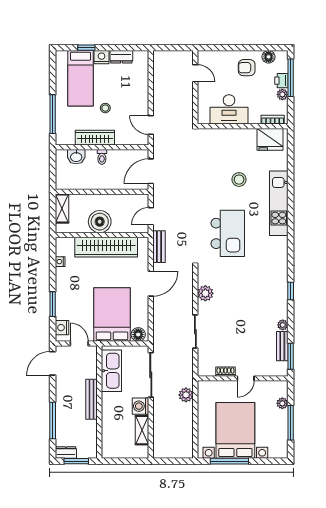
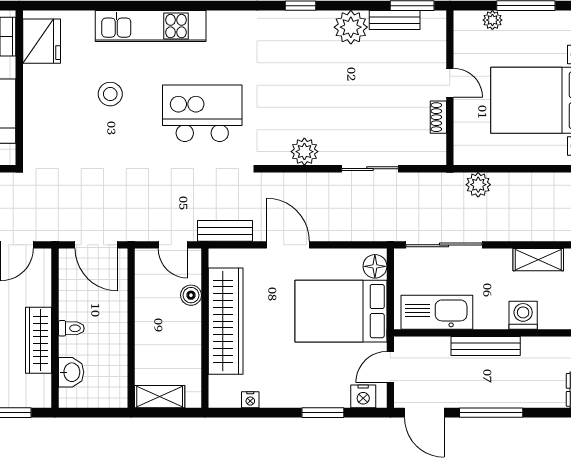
boiler: (100, 222) -> (191, 295), moved, width x0.54, depth x0.54
plant: (283, 325) -> (351, 27), width x1.88, depth x1.88
washing machine: (140, 406) -> (523, 315), moved, turned 180
window: (53, 421) -> (491, 413), moved

